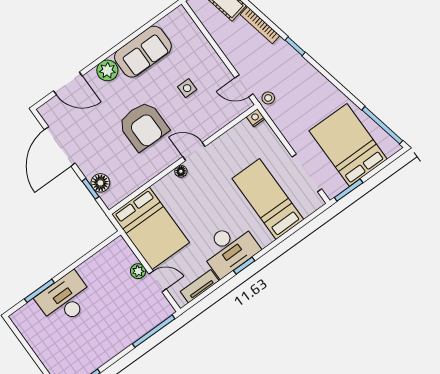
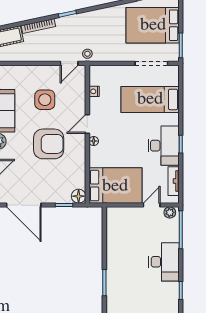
side table: (187, 88) -> (45, 100), width x1.87, depth x1.87
nightstand: (256, 118) -> (94, 91), moved
floor lamp: (100, 183) -> (79, 196), moved
plant: (138, 271) -> (170, 212), moved
desk: (65, 299) -> (164, 262), moved, turned 180

